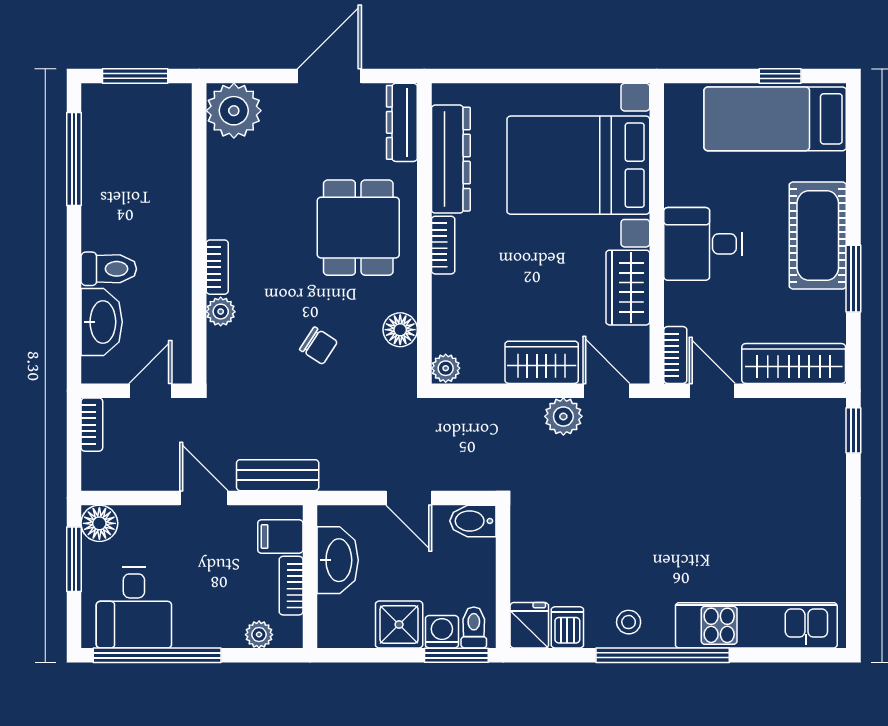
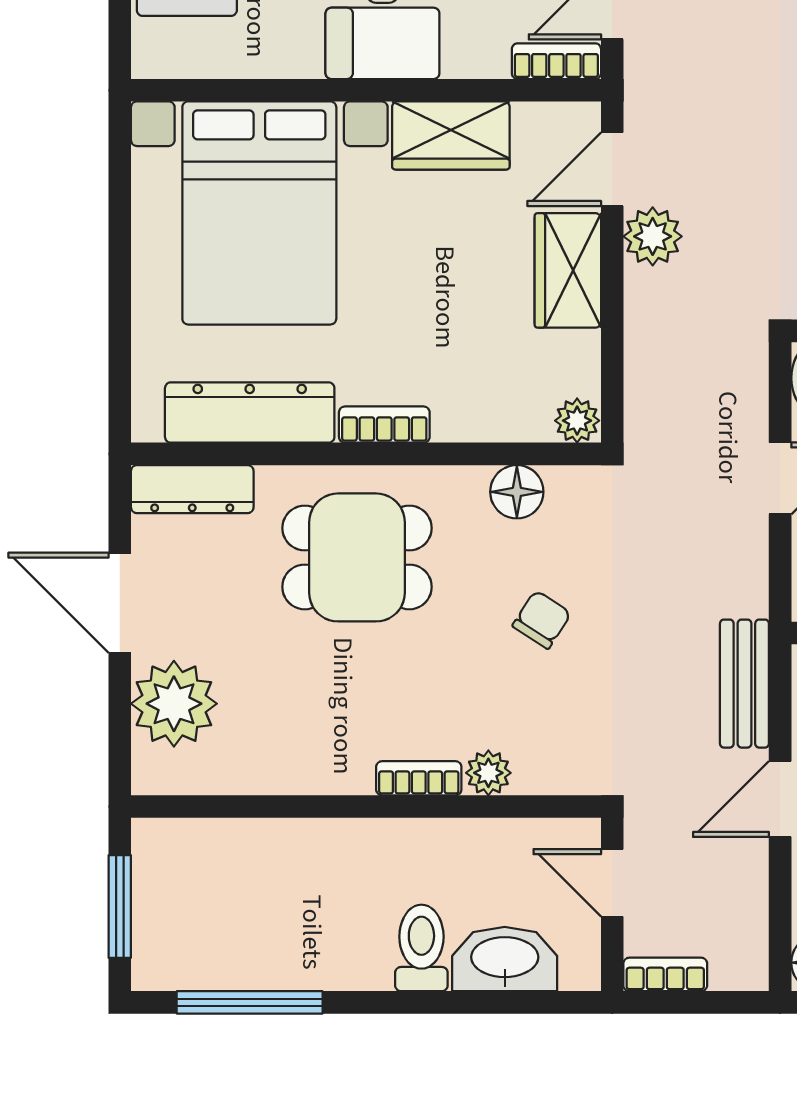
plant: (234, 111) -> (174, 704), moved

